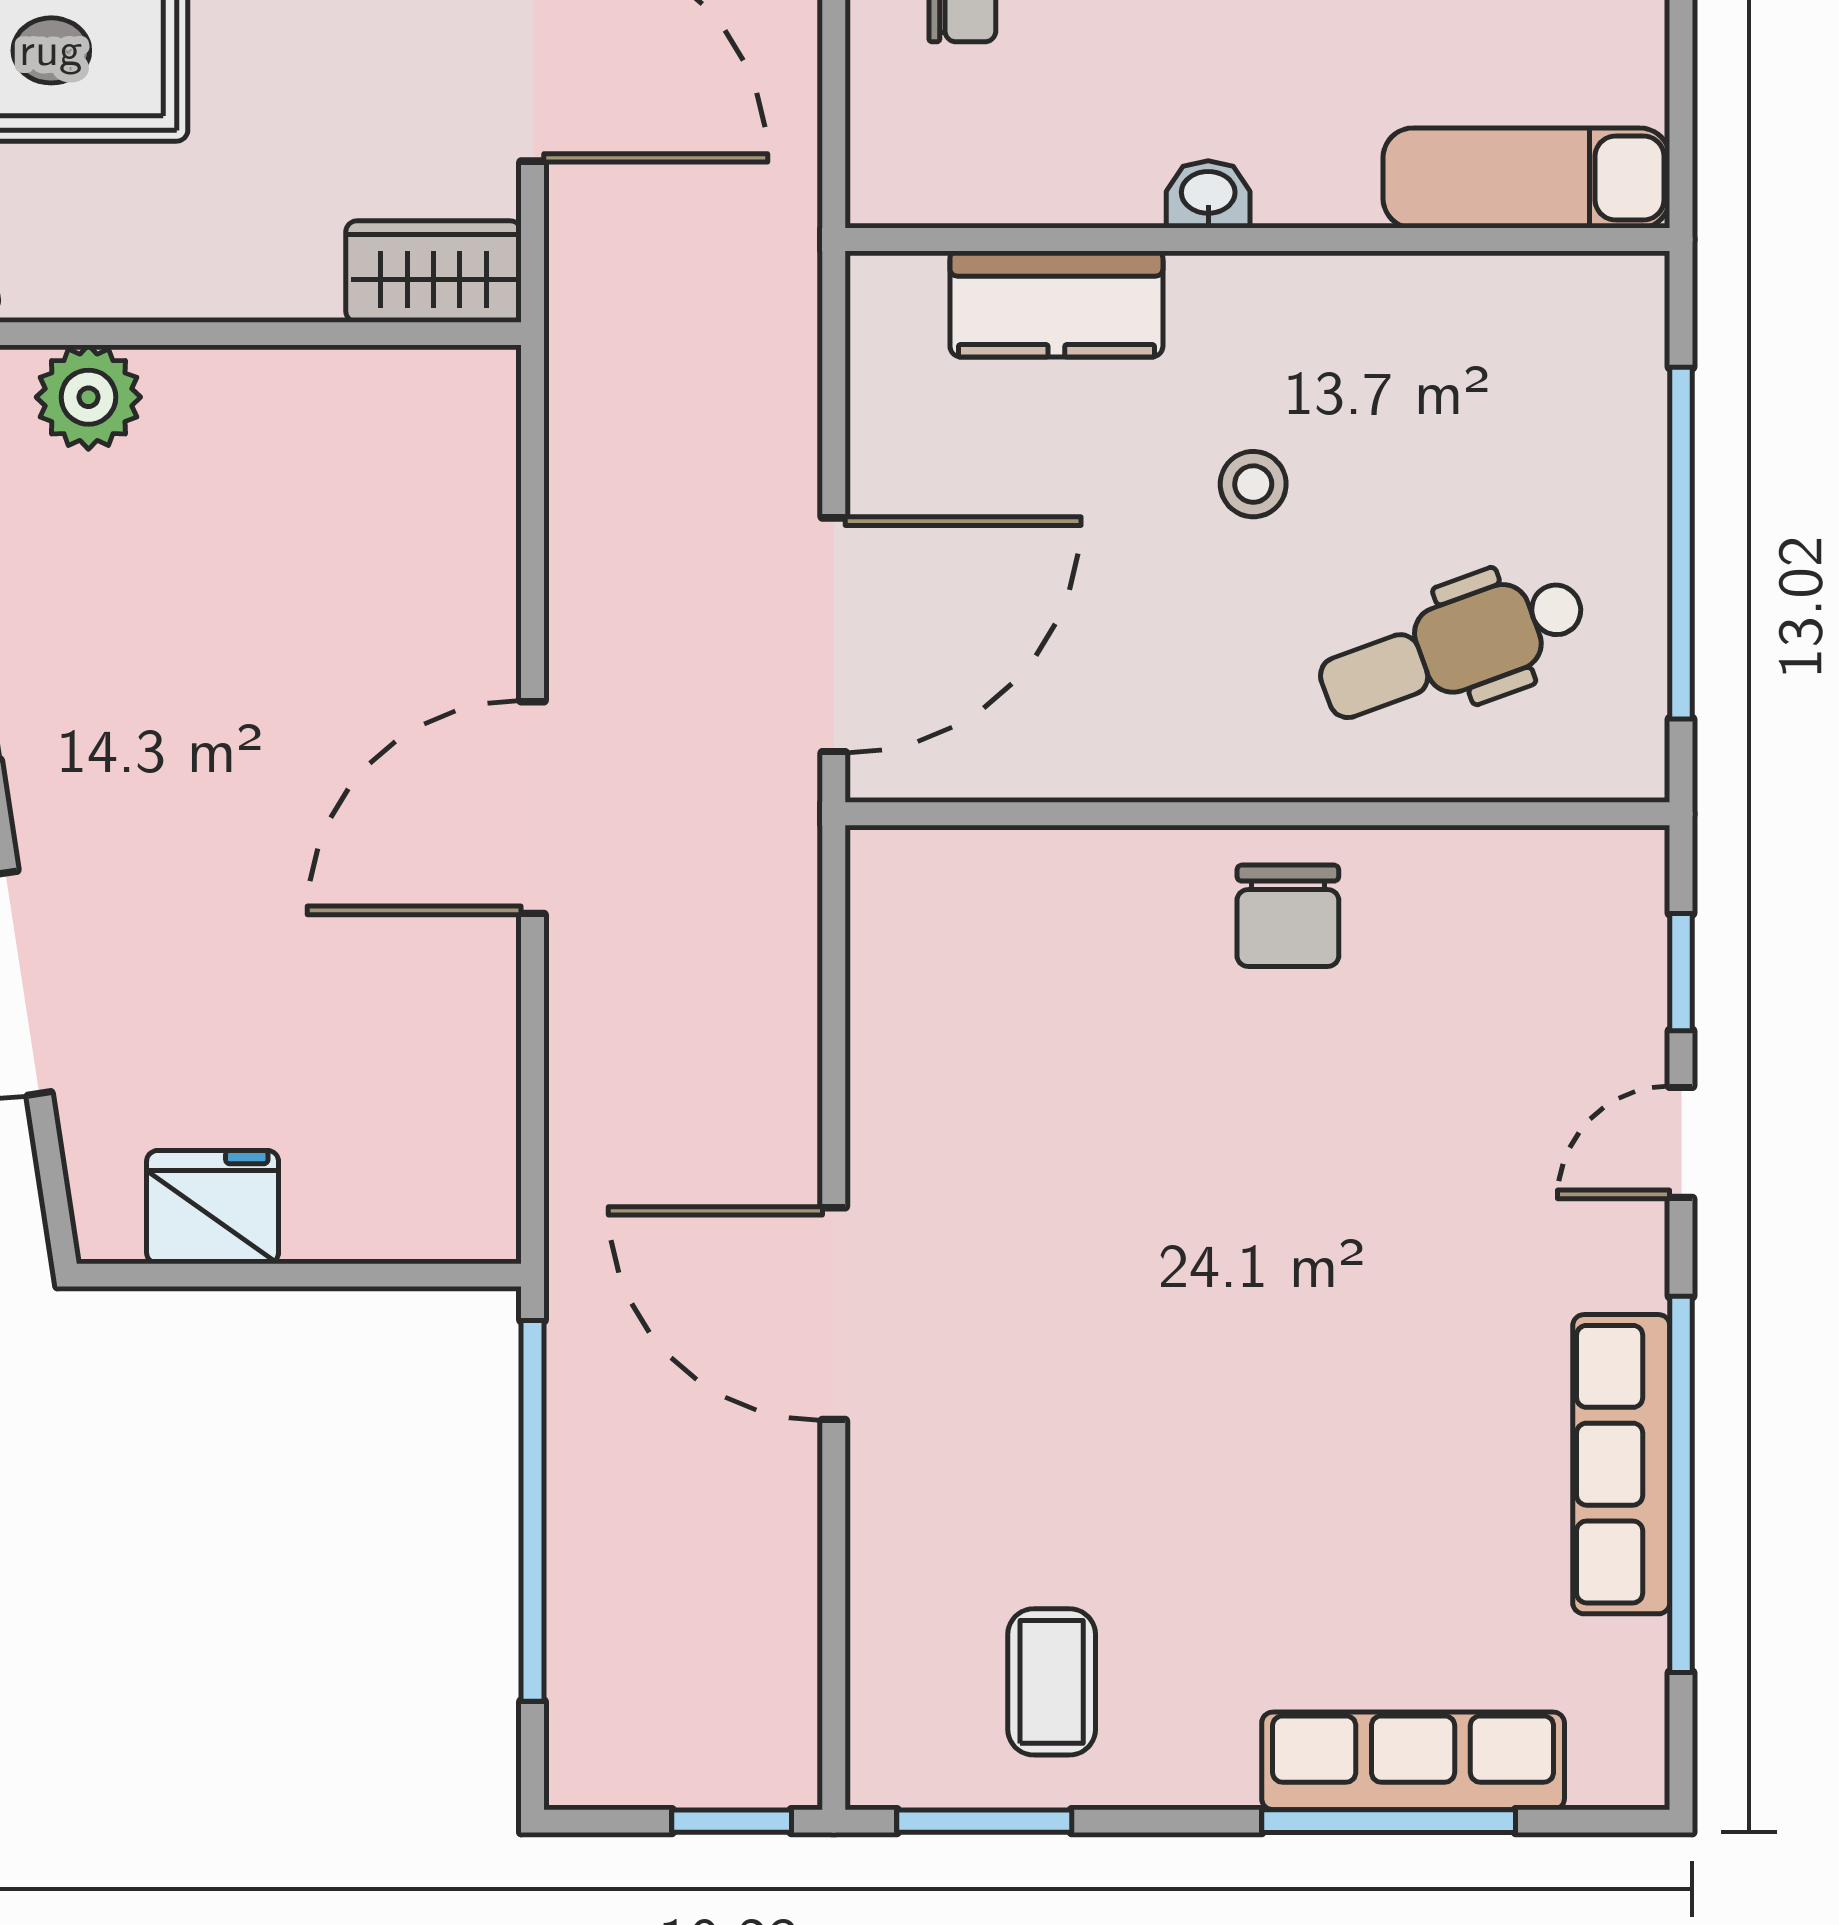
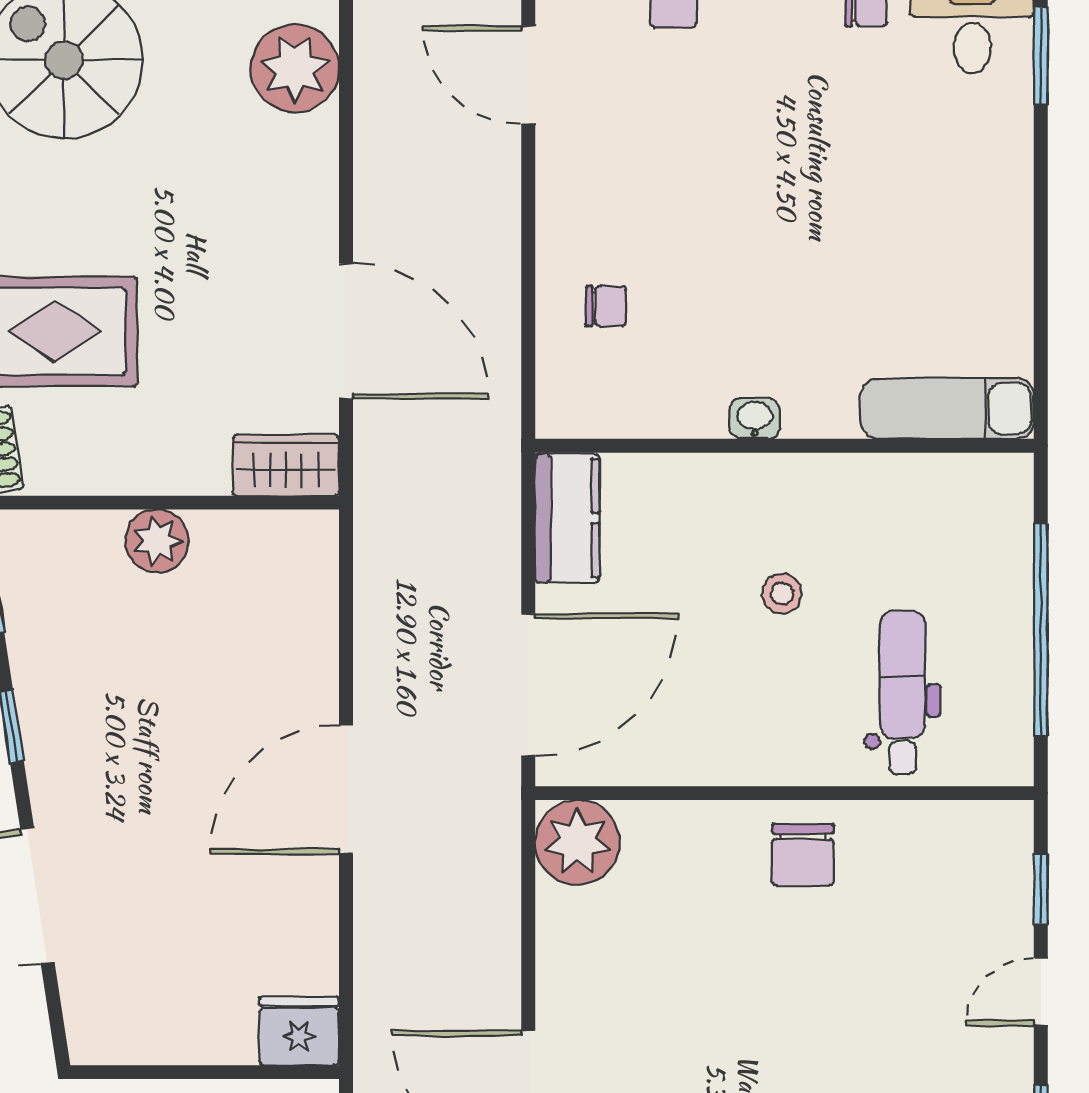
kitchen counter: (1056, 304) -> (567, 518), moved, turned -90
plant: (88, 397) -> (157, 541), moved
dental chair: (1453, 648) -> (903, 693), turned 110
plant: (915, 895) -> (577, 842), added
fridge: (213, 1207) -> (299, 1031), moved

